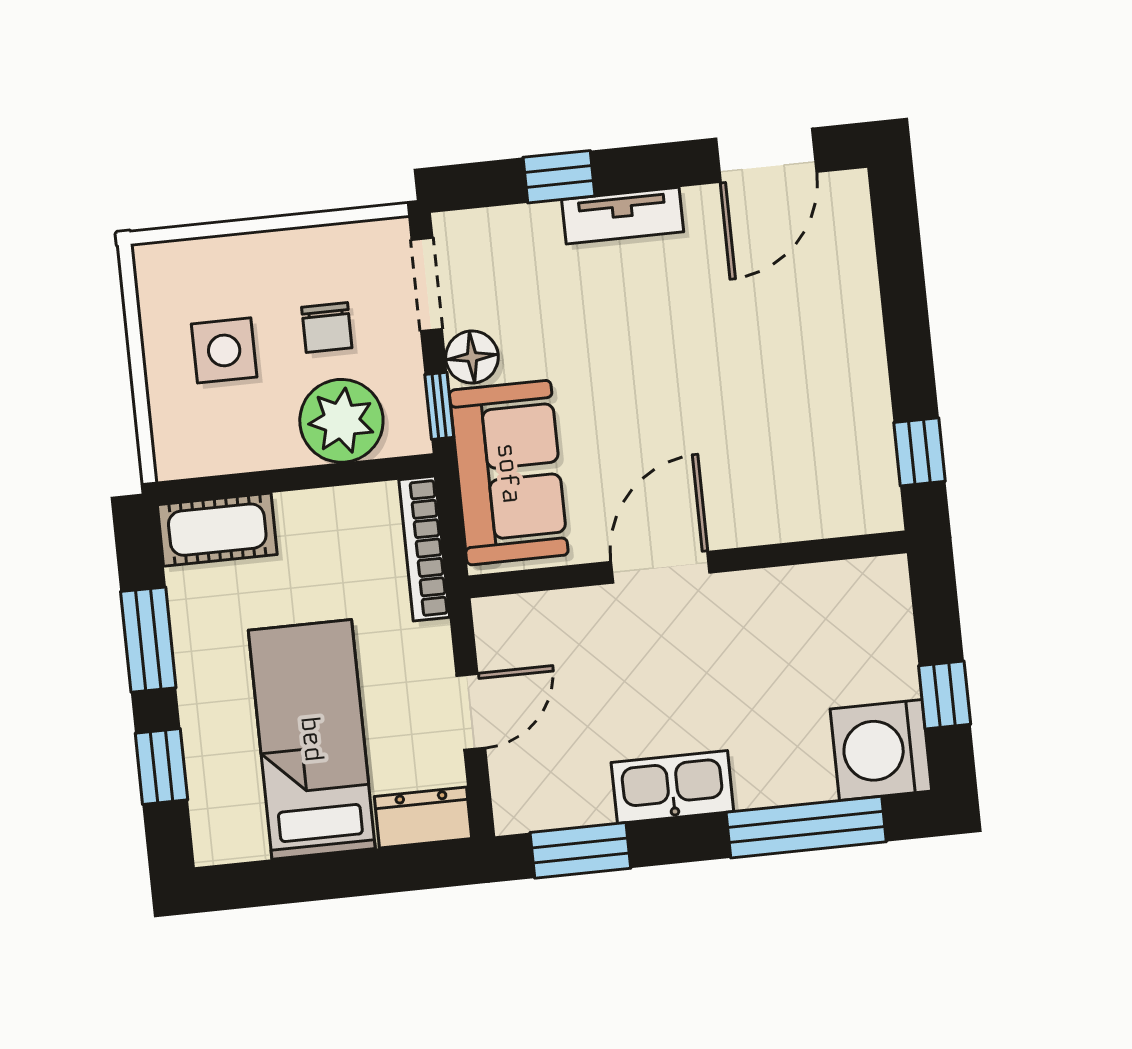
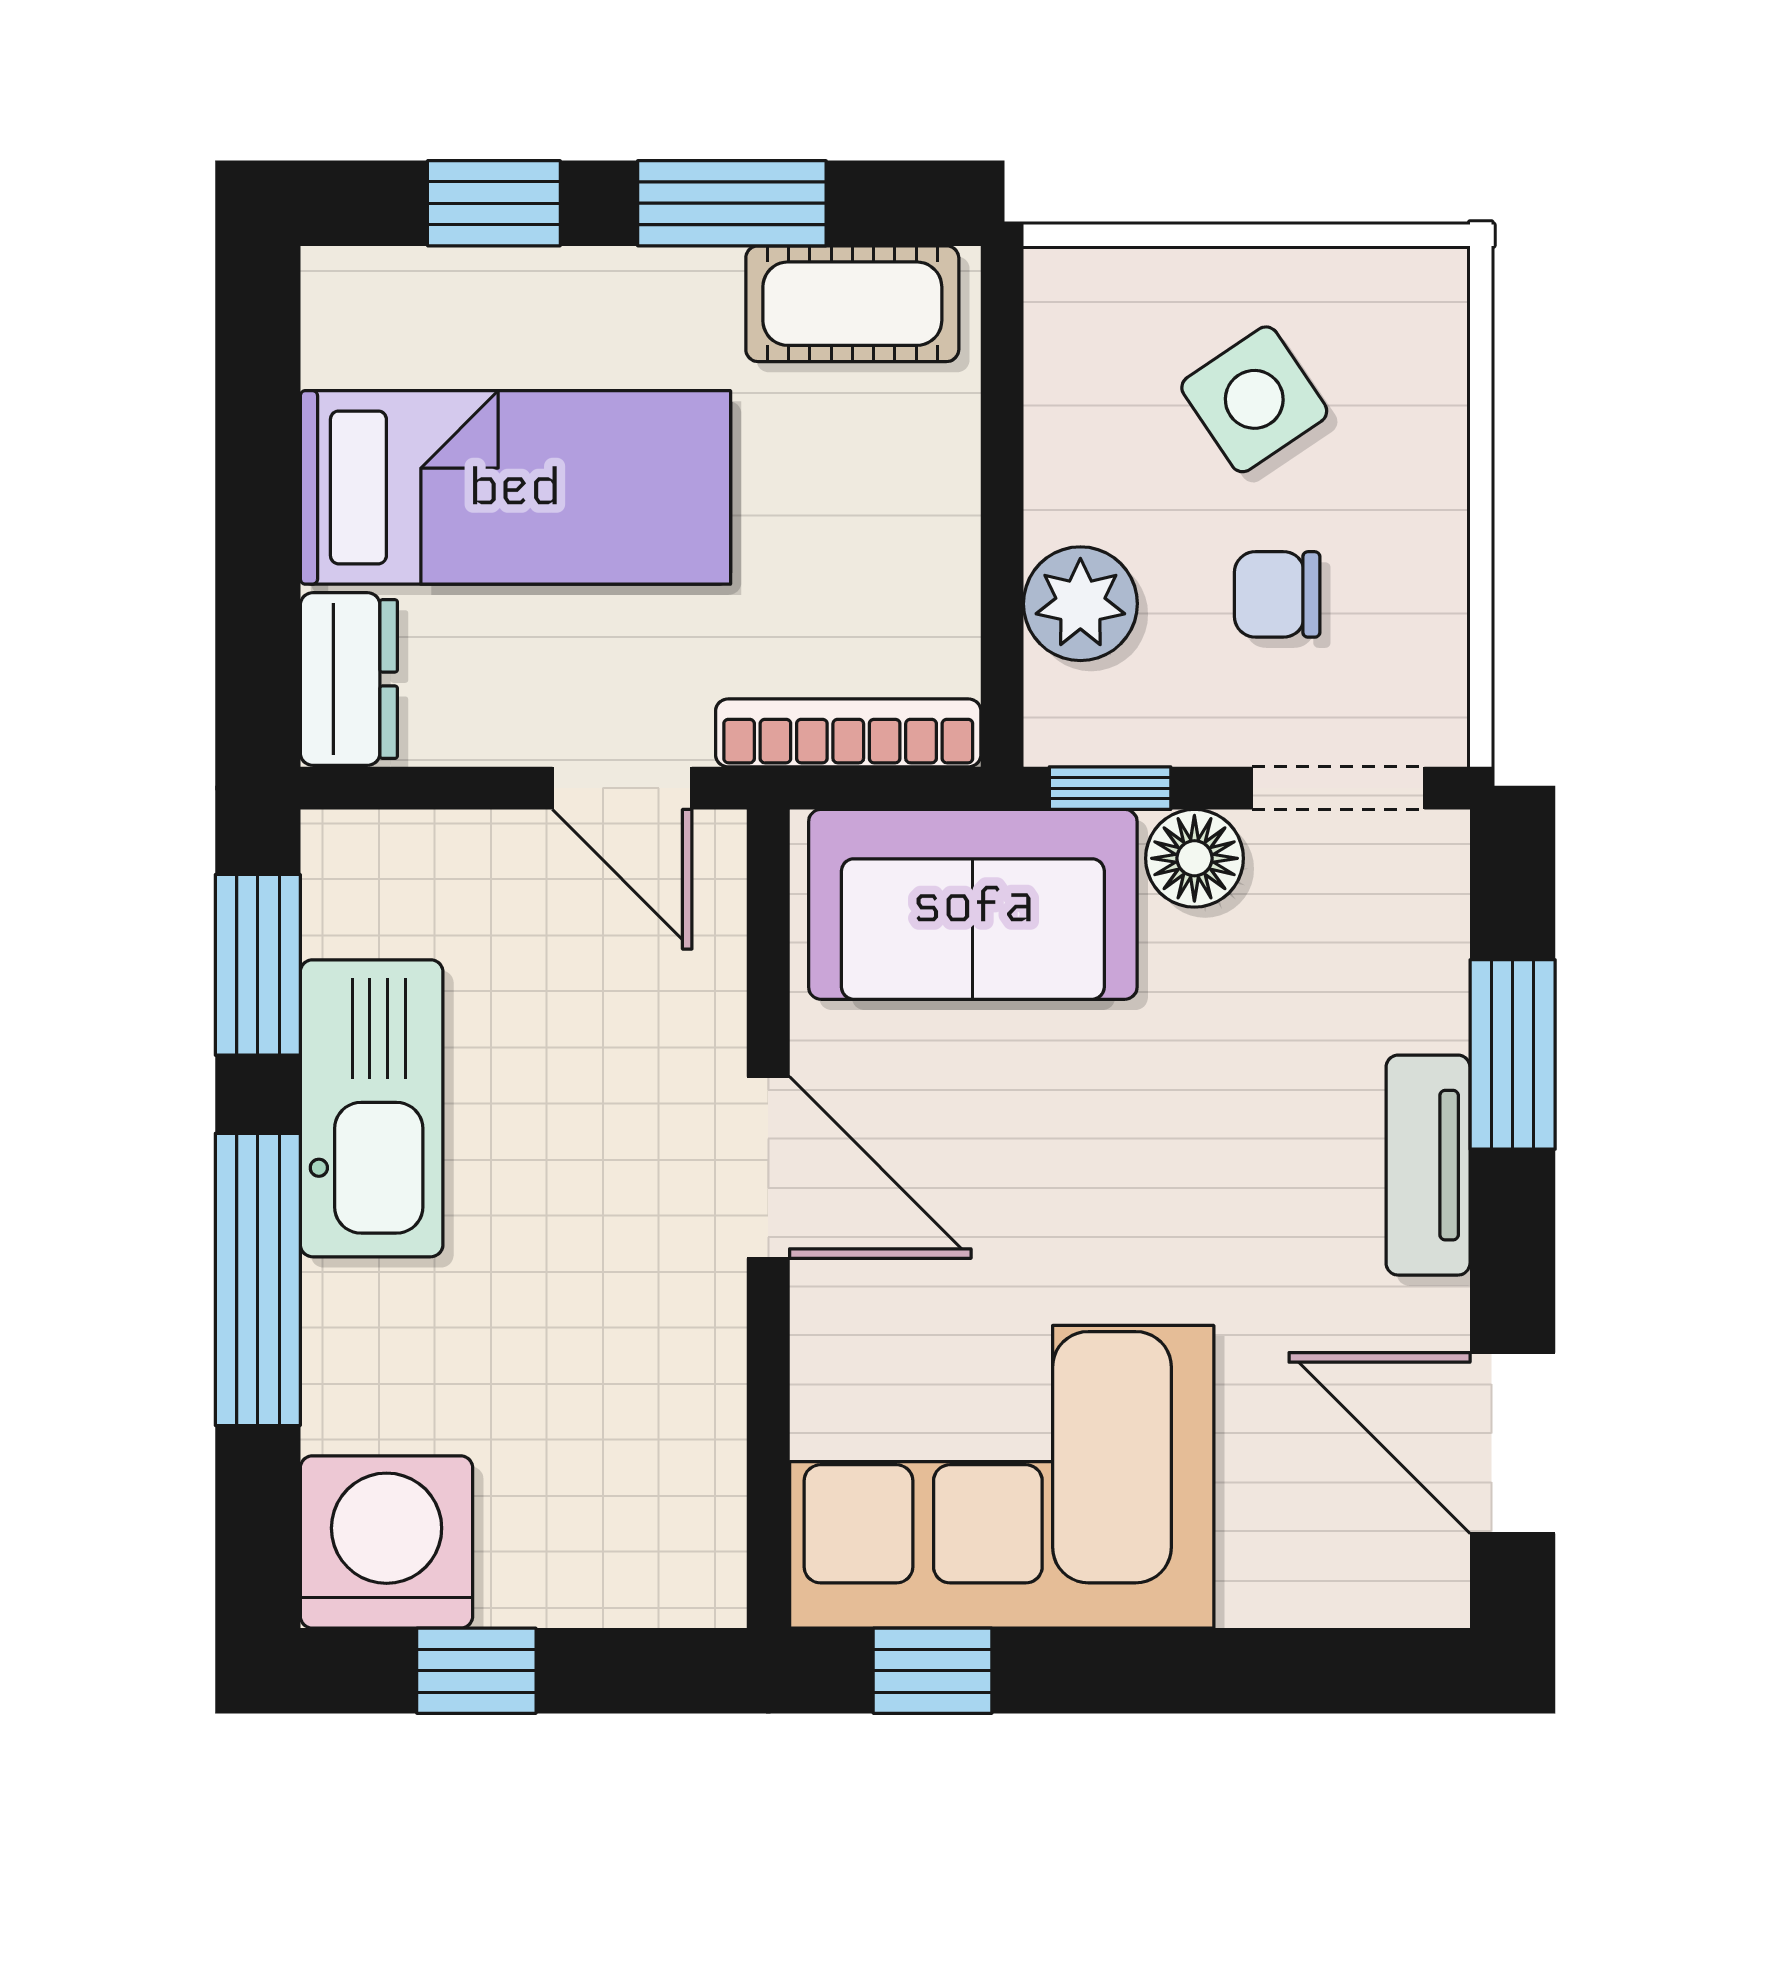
window: (559, 177) -> (1513, 1054), width x1.50
side table: (224, 350) -> (1254, 399), turned -34
plant: (341, 421) -> (1080, 604), width x0.73, depth x0.73
corner sofa: (812, 426) -> (1002, 1477), added
cot: (217, 530) -> (852, 304), moved, turned 90
door: (471, 712) -> (622, 788), moved
kitchen sink: (672, 787) -> (372, 1108), width x1.36, depth x1.24
window: (806, 827) -> (258, 1279), moved

